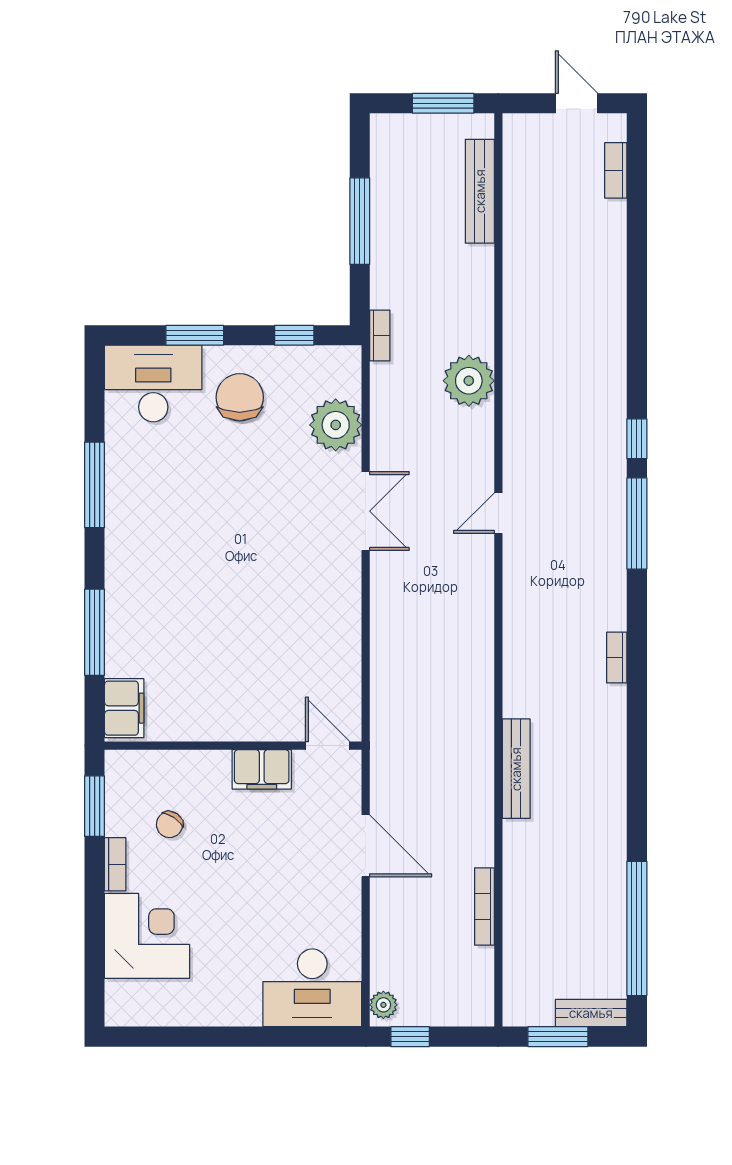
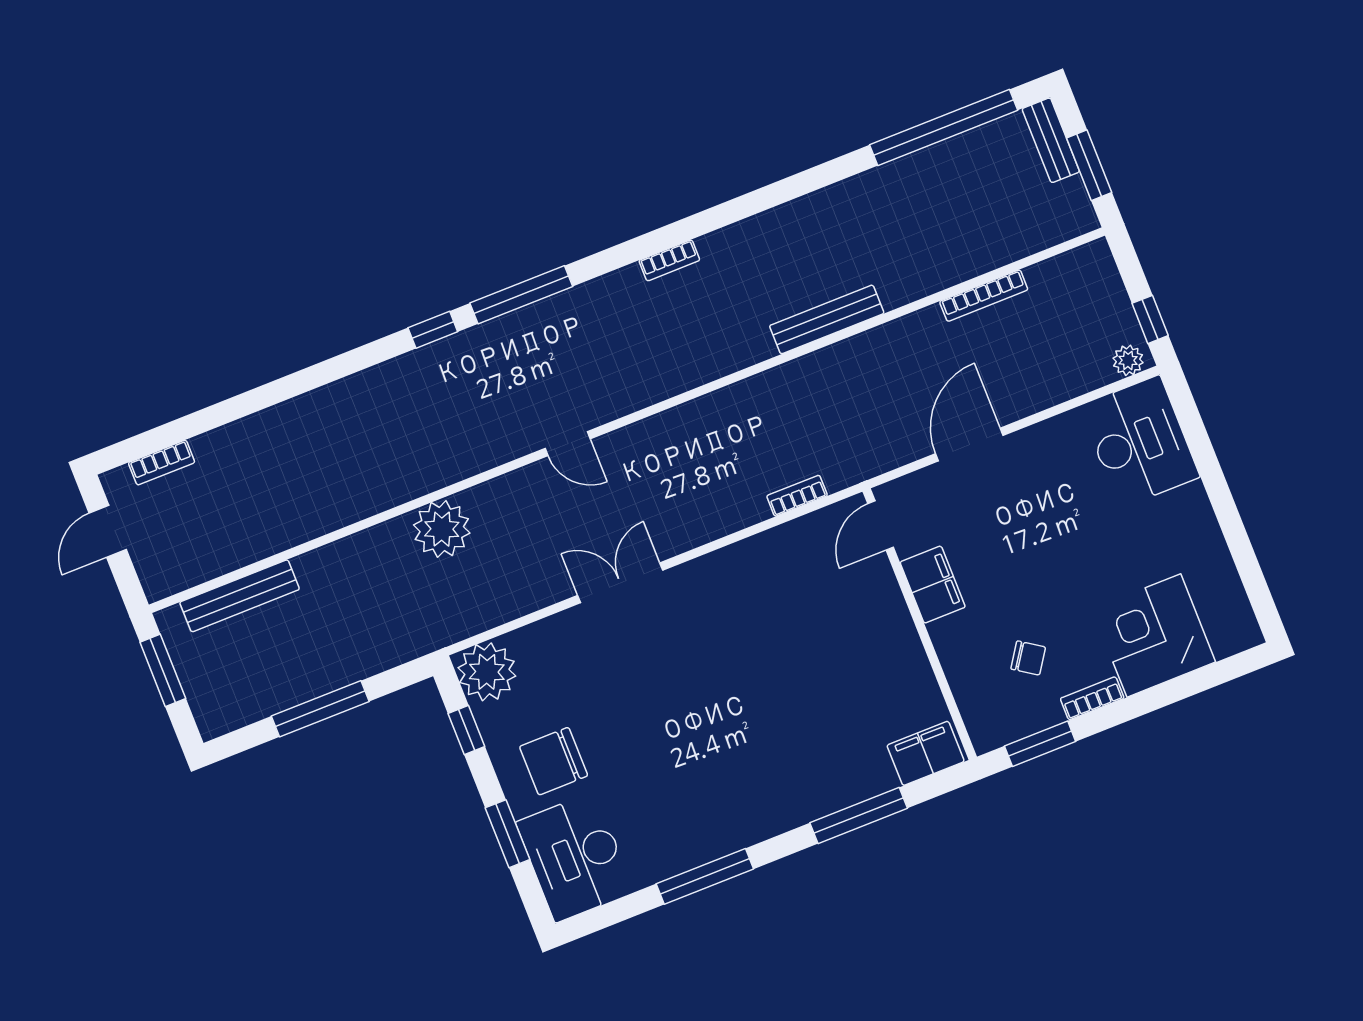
bookcase: (380, 336) -> (797, 496), moved
plant: (336, 425) -> (487, 672), moved

